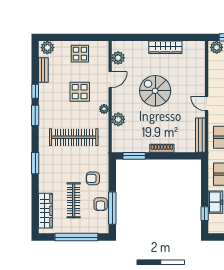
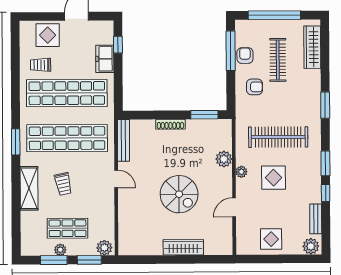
wardrobe: (165, 47) -> (183, 247), moved
plant: (118, 58) -> (224, 234), removed
display table: (80, 92) -> (273, 178), moved

